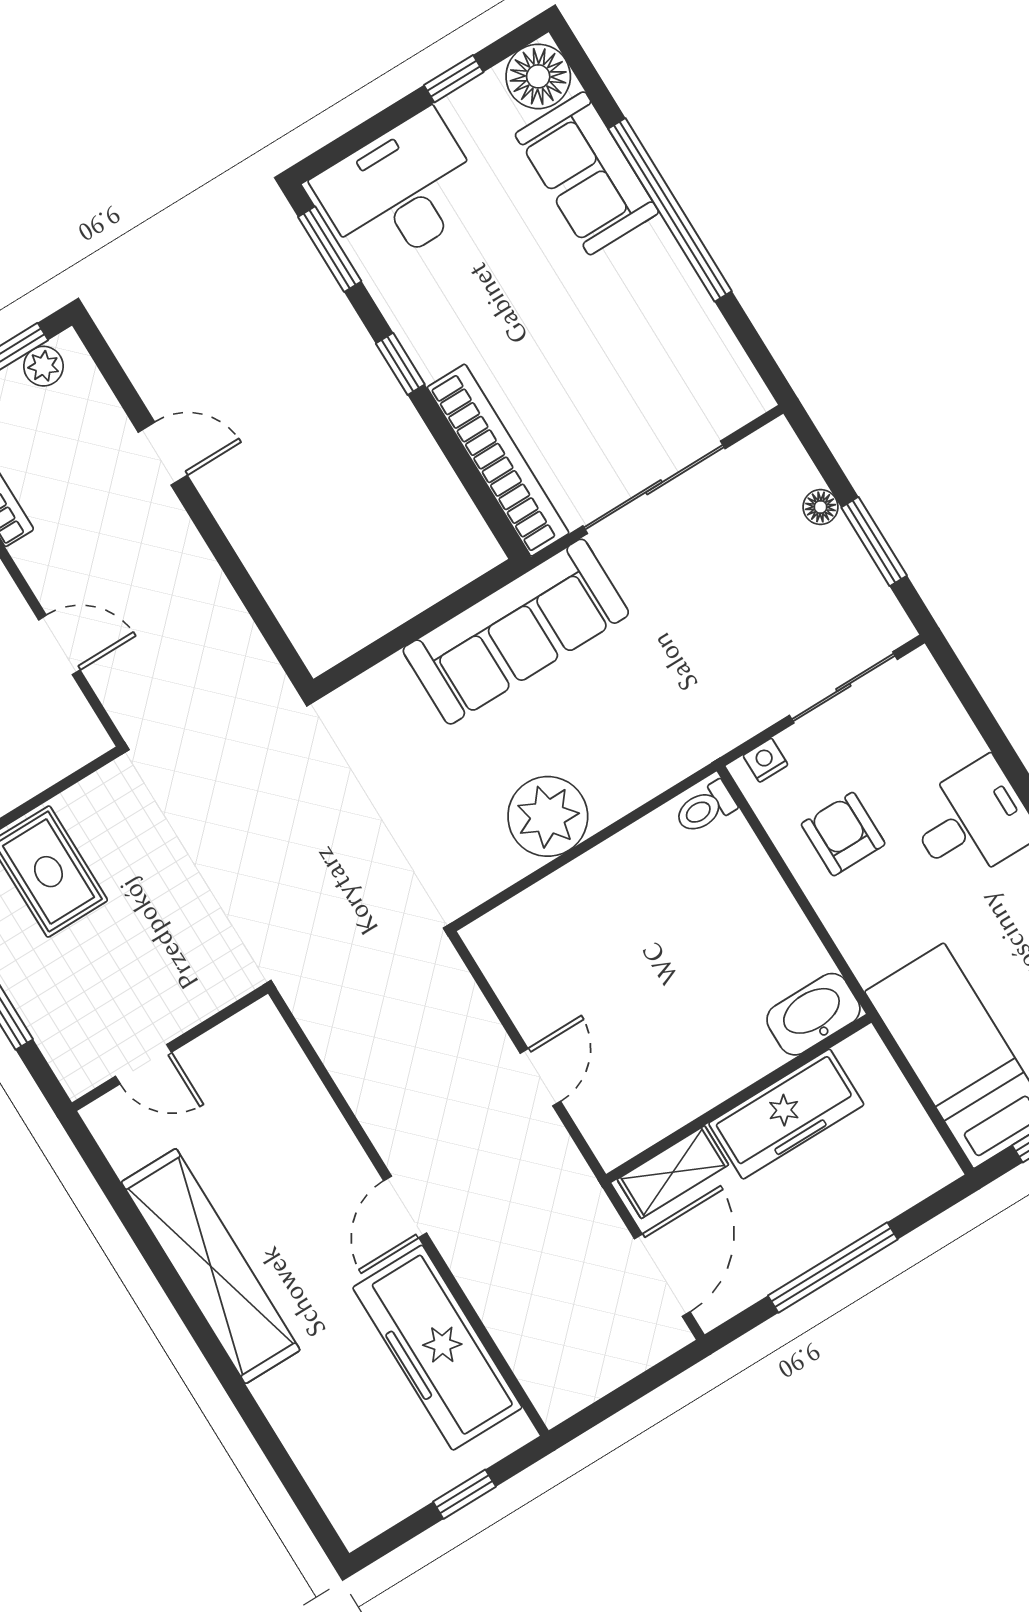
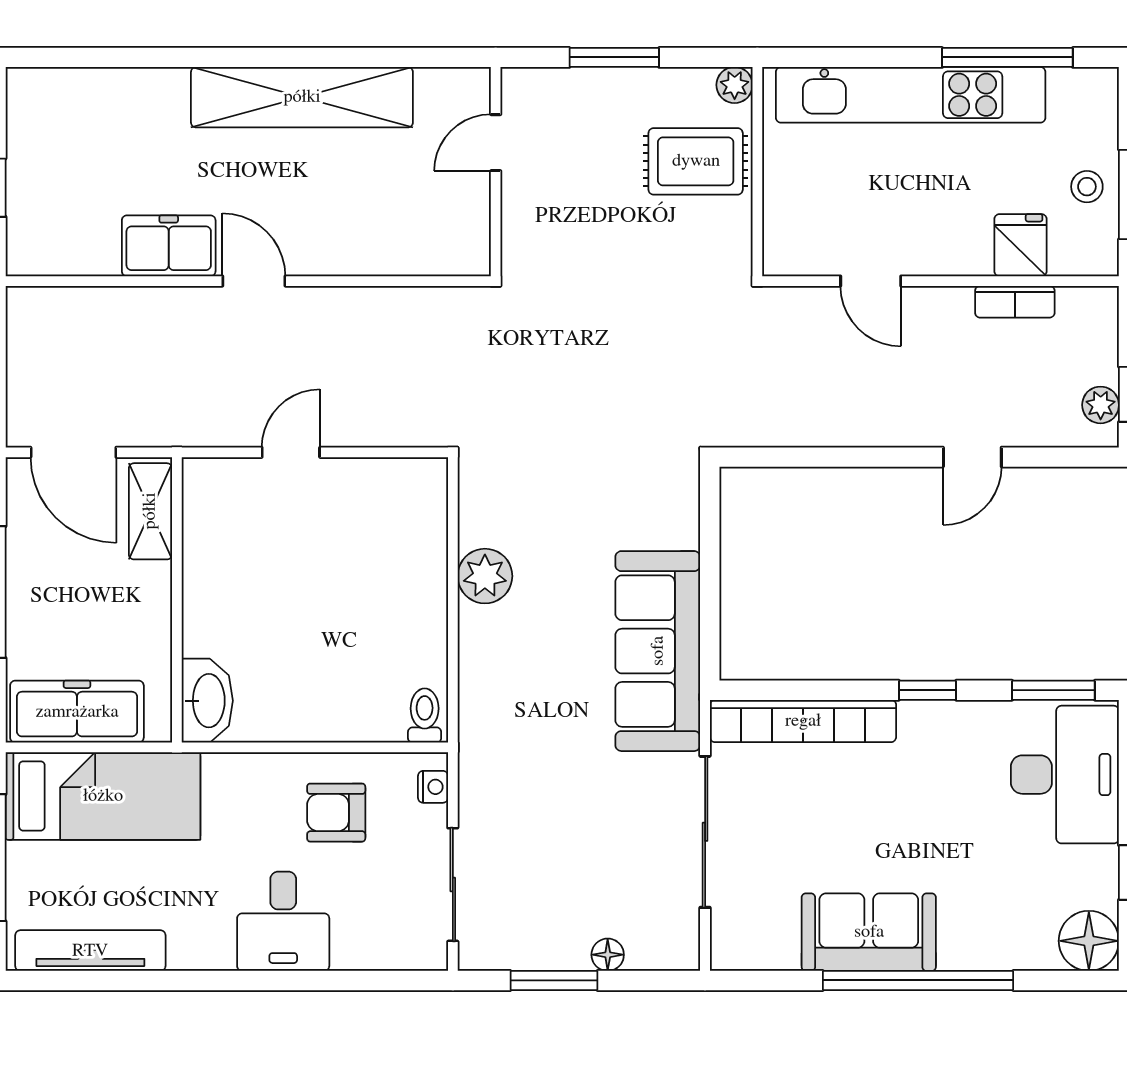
sofa: (587, 173) -> (869, 932), moved
door: (59, 645) -> (871, 281), hinge flipped
plant: (548, 816) -> (485, 576), width x0.73, depth x0.73
armchair: (843, 834) -> (336, 813), turned 180
door: (540, 1077) -> (291, 452), swing flipped
freezer: (786, 1114) -> (77, 712), moved, turned 90
freezer: (437, 1348) -> (169, 246), width x0.52, depth x0.79

